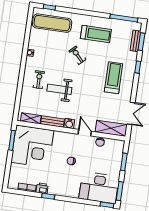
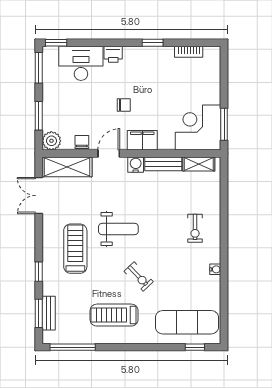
treadmill: (113, 78) -> (75, 249), turned 180
weight bench: (59, 89) -> (118, 229), moved
door: (85, 133) -> (109, 154), swing flipped
filing cabinet: (63, 138) -> (142, 140), added
corner desk: (32, 146) -> (198, 128), width x0.74, depth x0.74
plant: (118, 146) -> (51, 141), added
printer: (42, 188) -> (113, 54), moved
desk: (99, 188) -> (81, 63), width x0.73, depth x0.77

